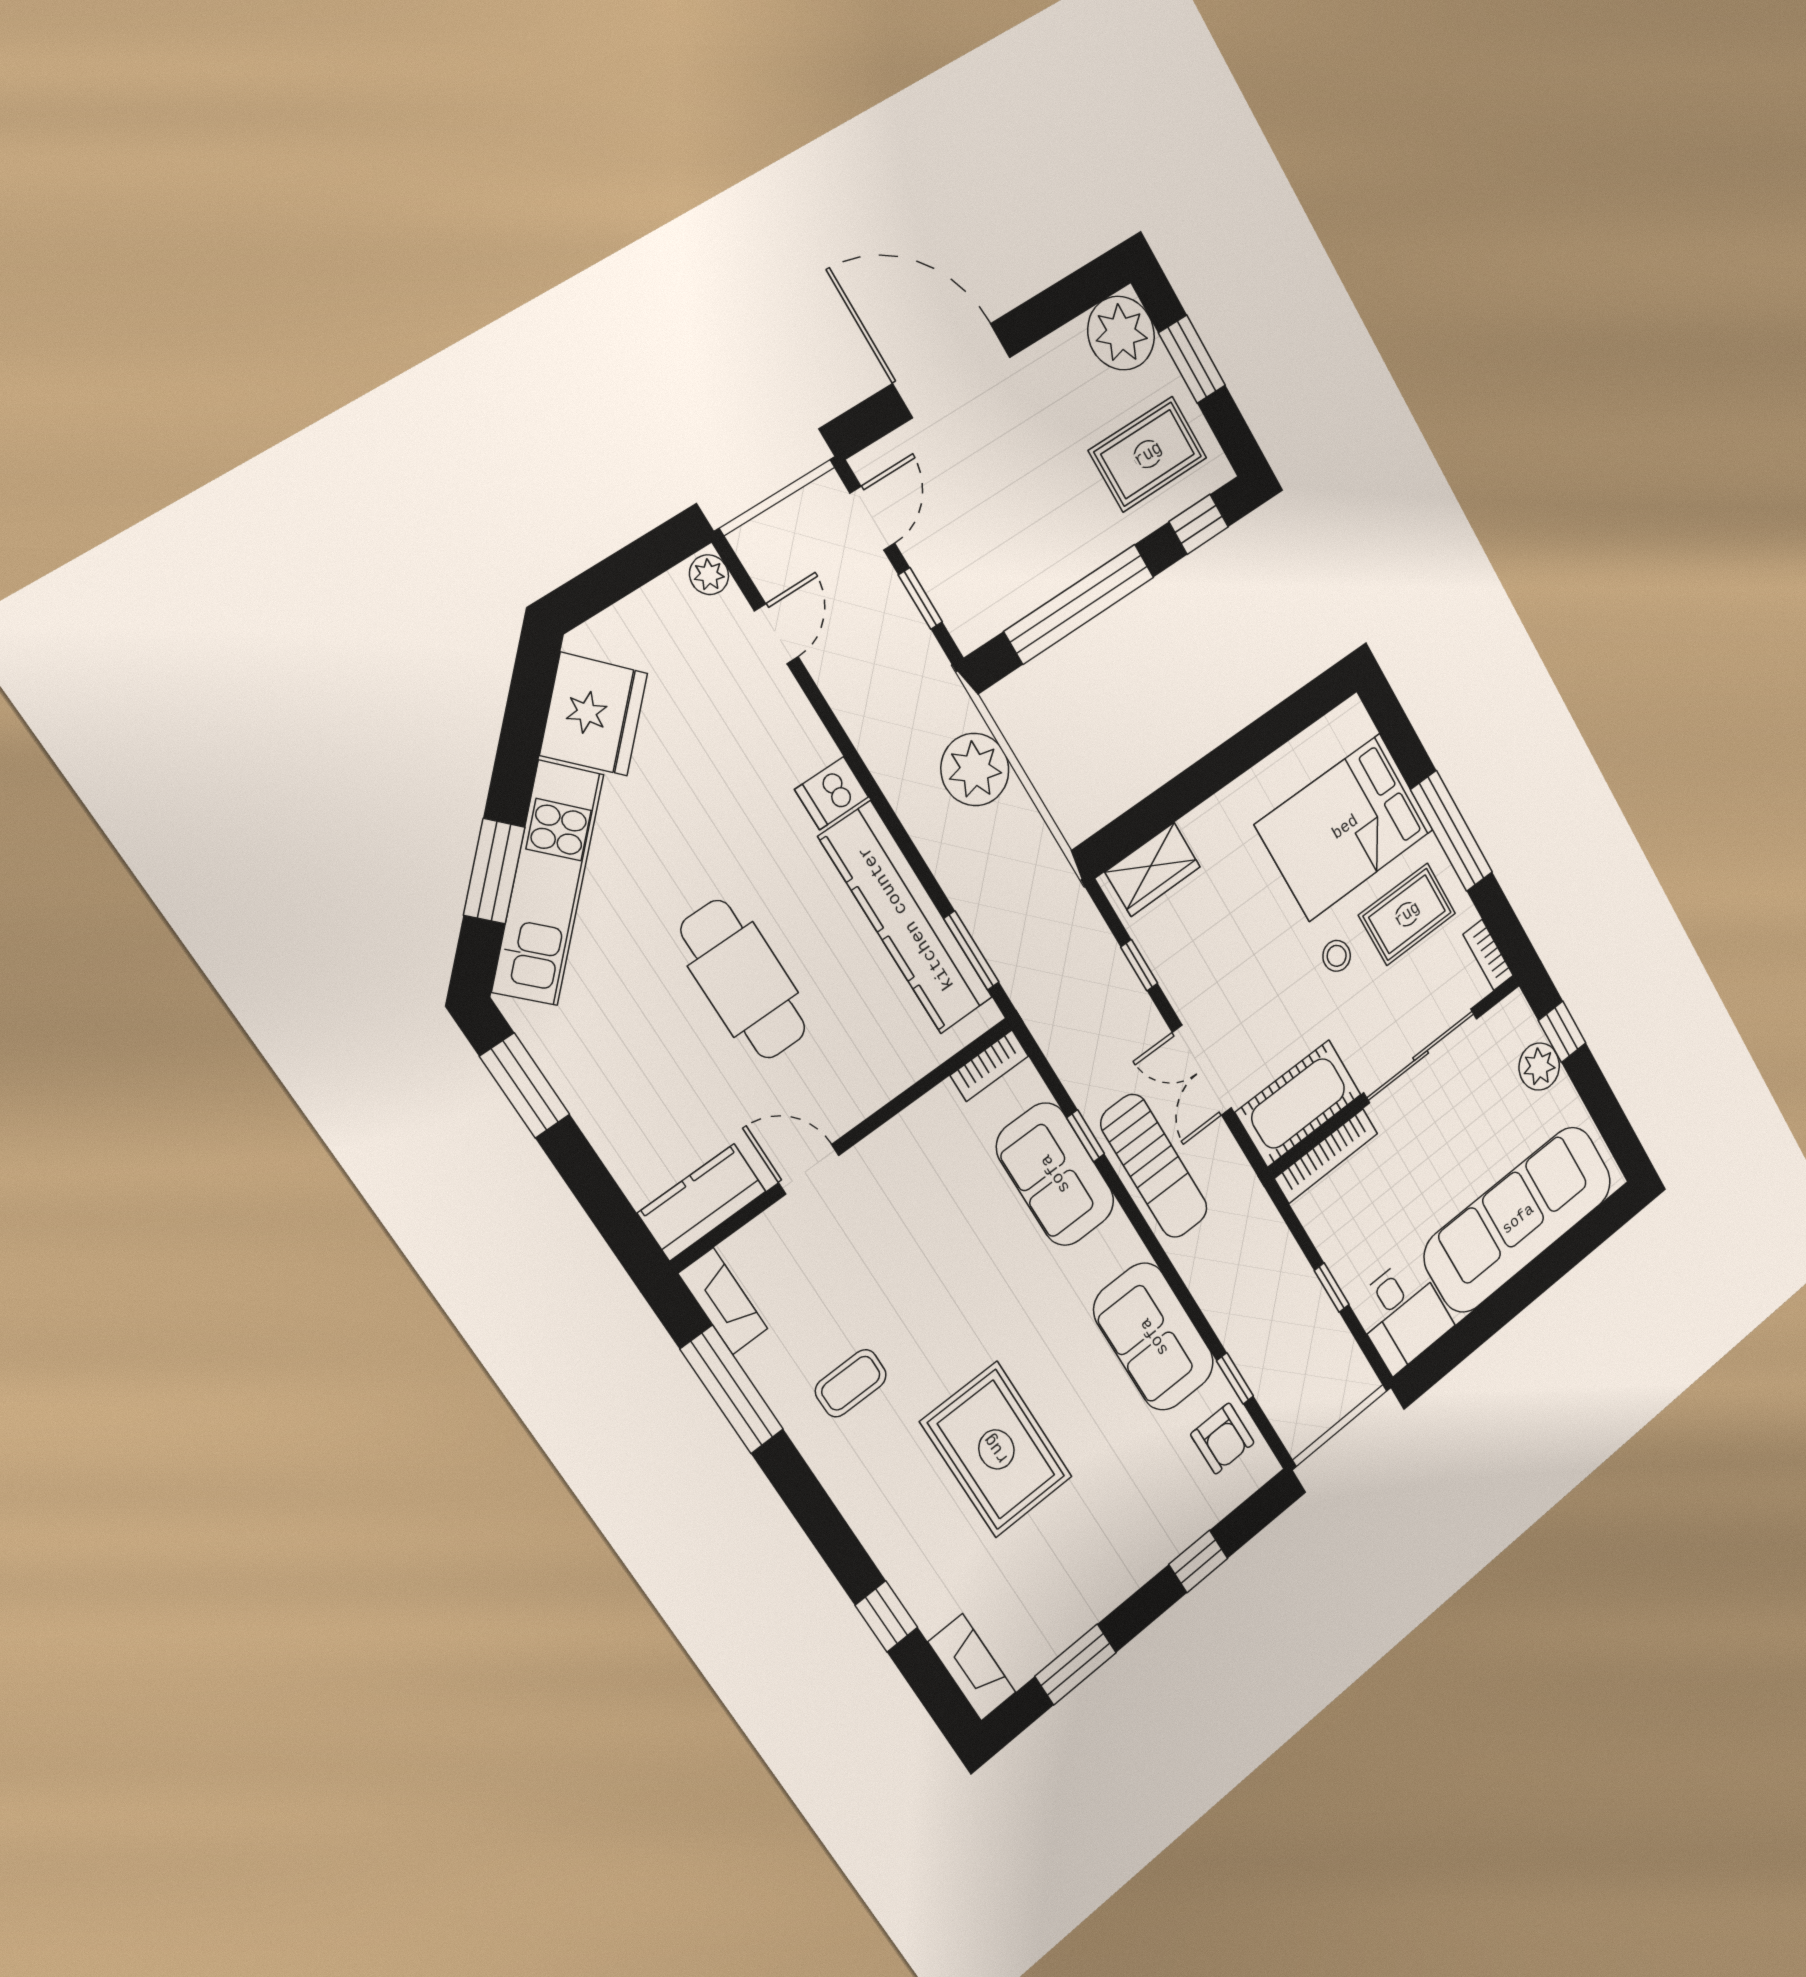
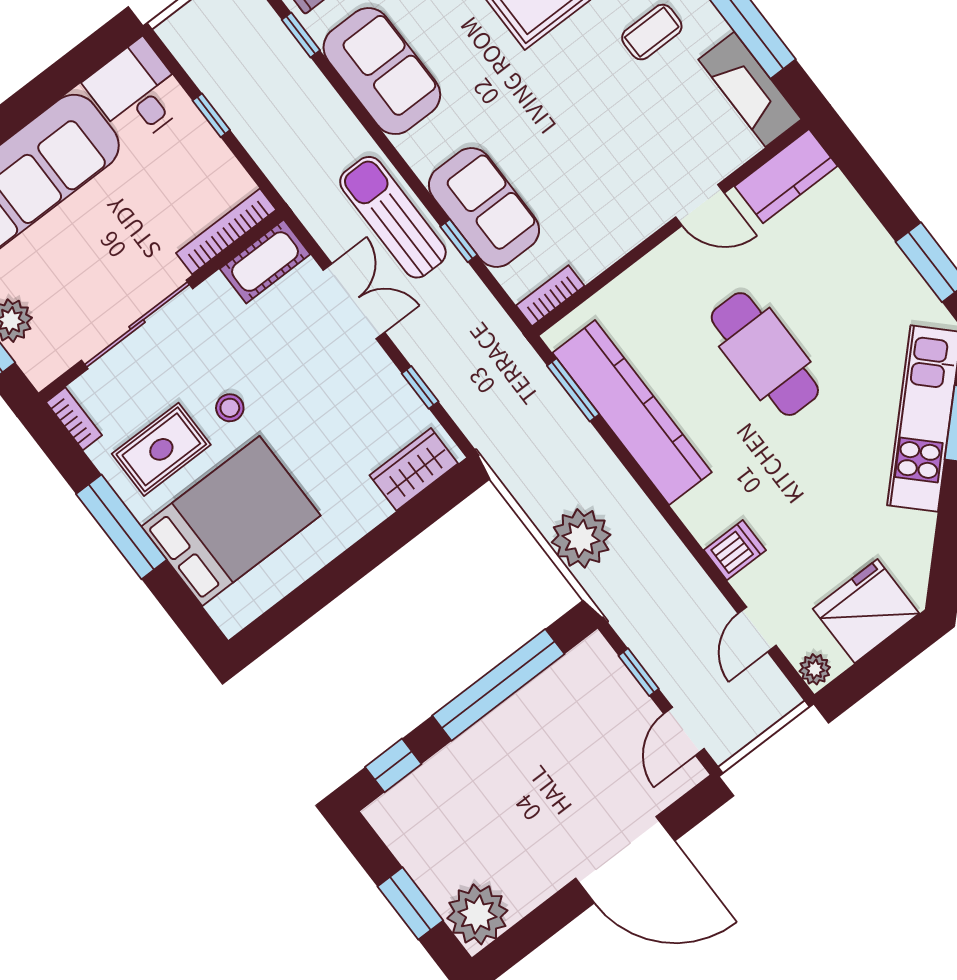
rug: (1148, 454) -> (445, 818), removed
fridge: (594, 714) -> (866, 611), moved, turned 45
dishwasher: (832, 793) -> (735, 550), moved
cot: (1298, 1103) -> (265, 262), width x0.73, depth x0.75
fireplace: (723, 1301) -> (750, 89), width x1.37, depth x1.32

